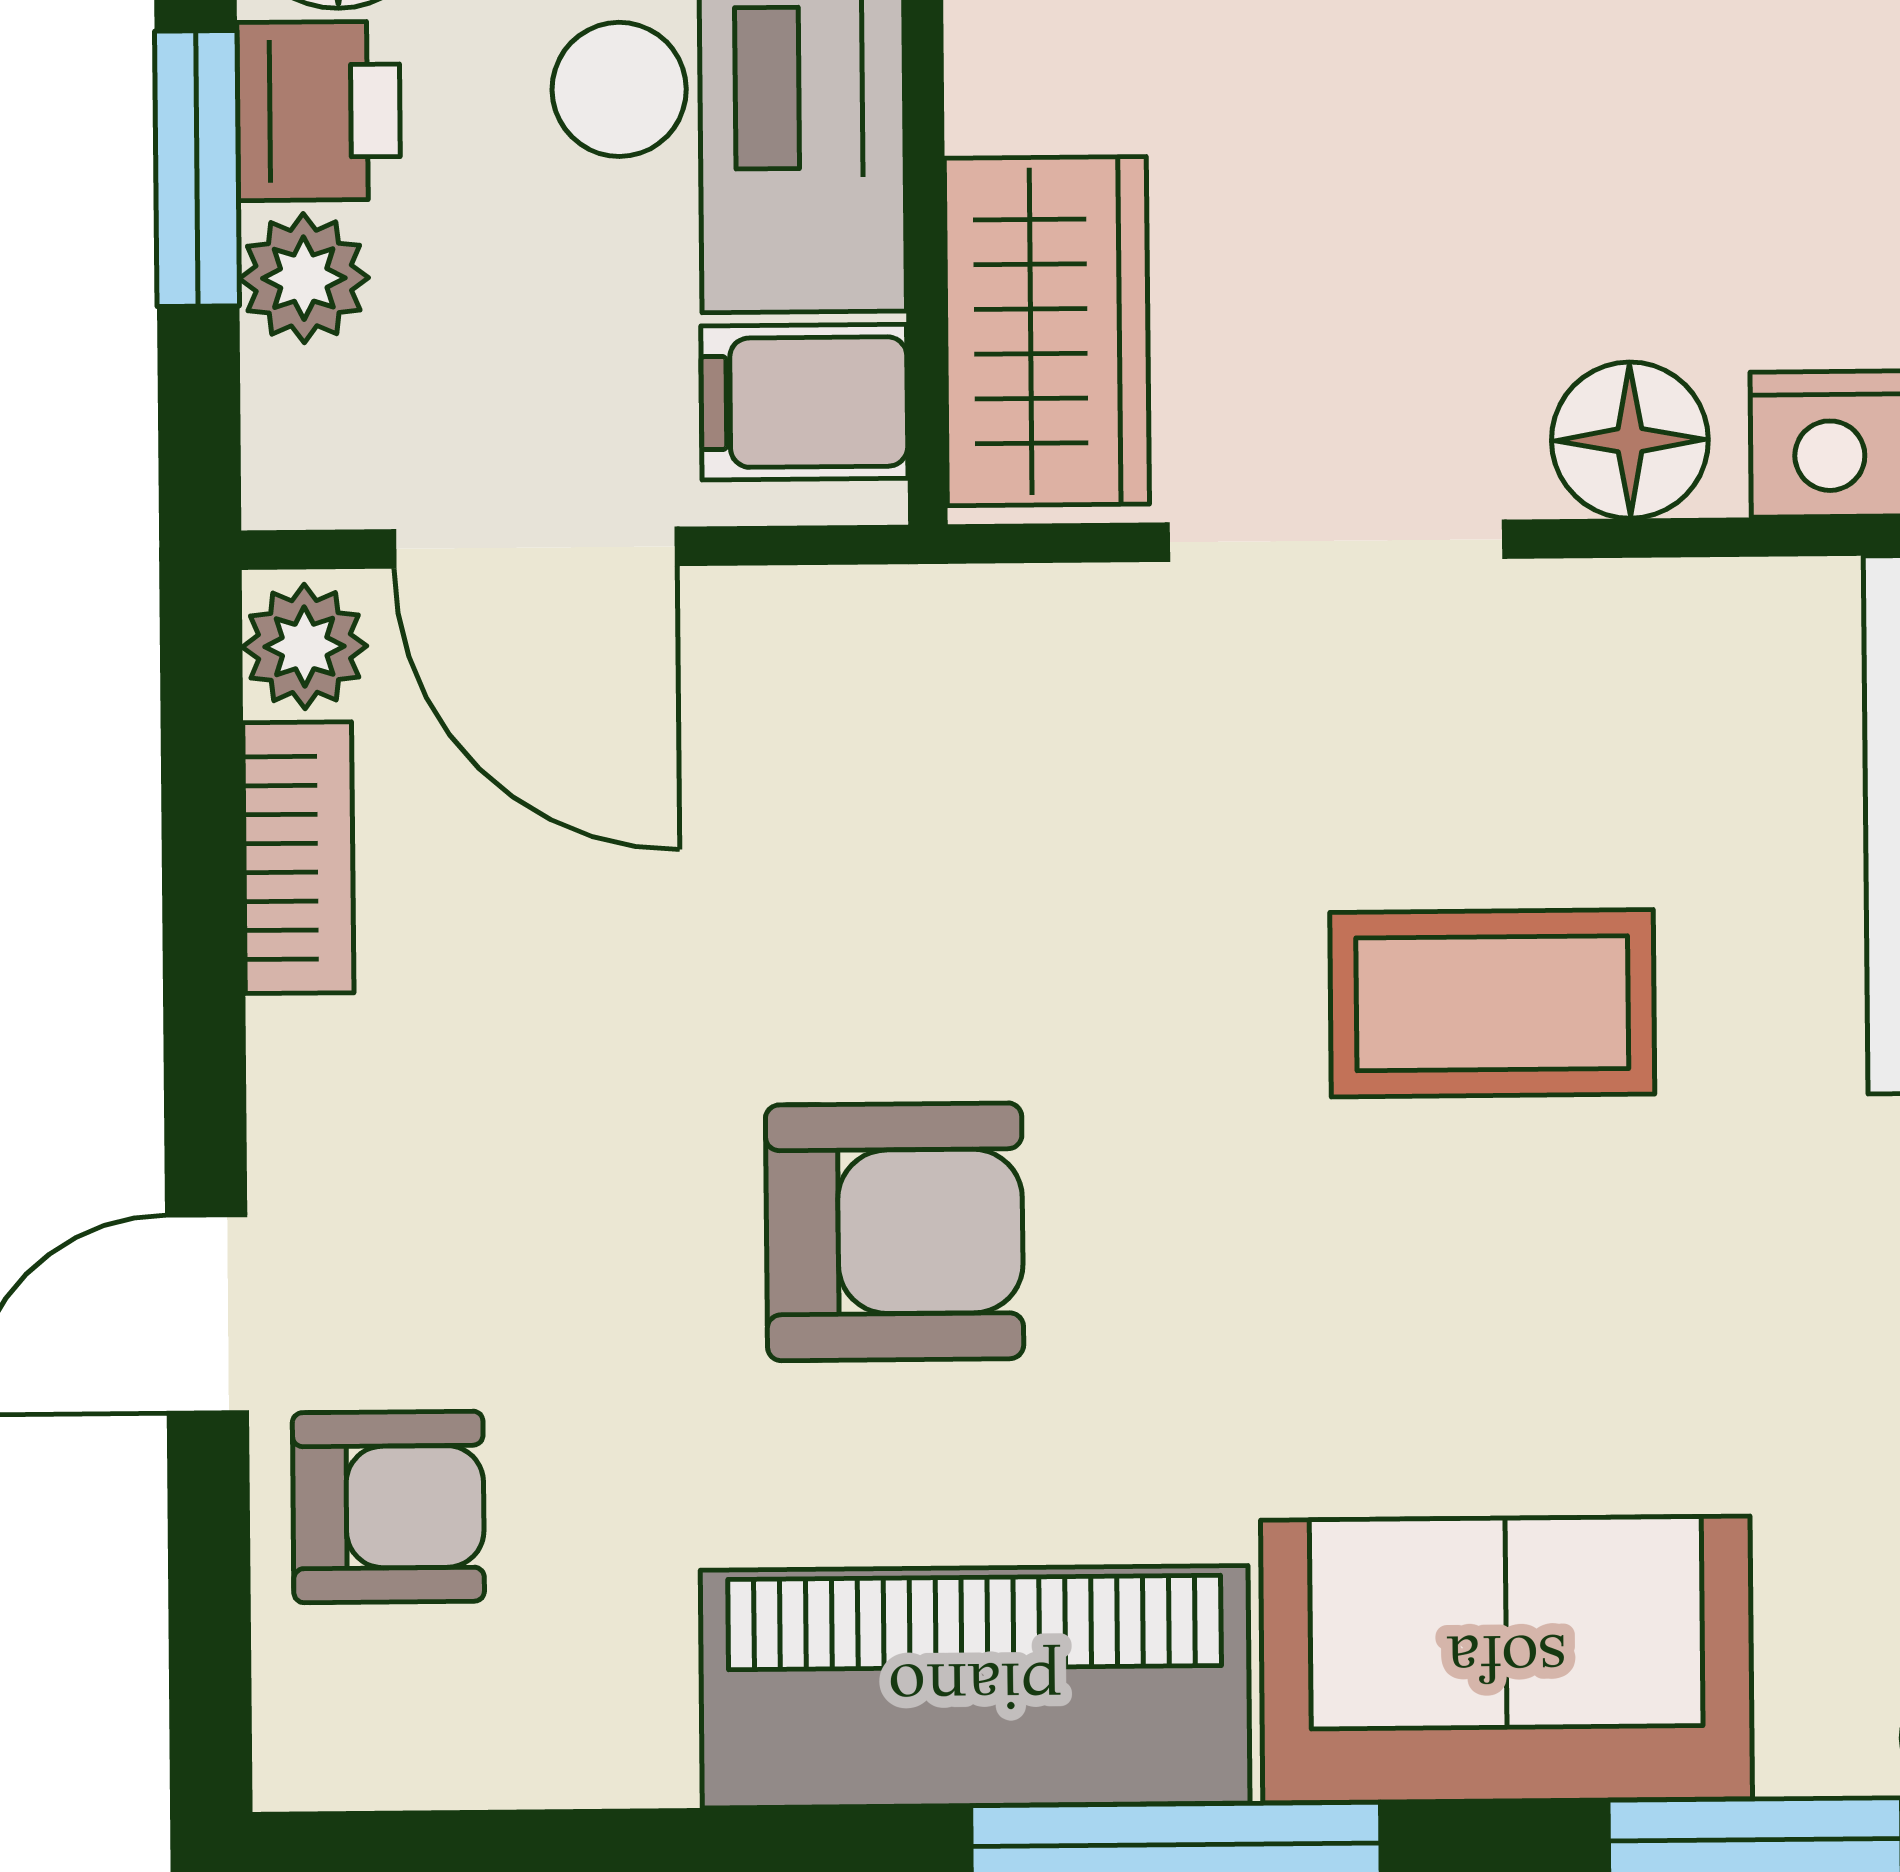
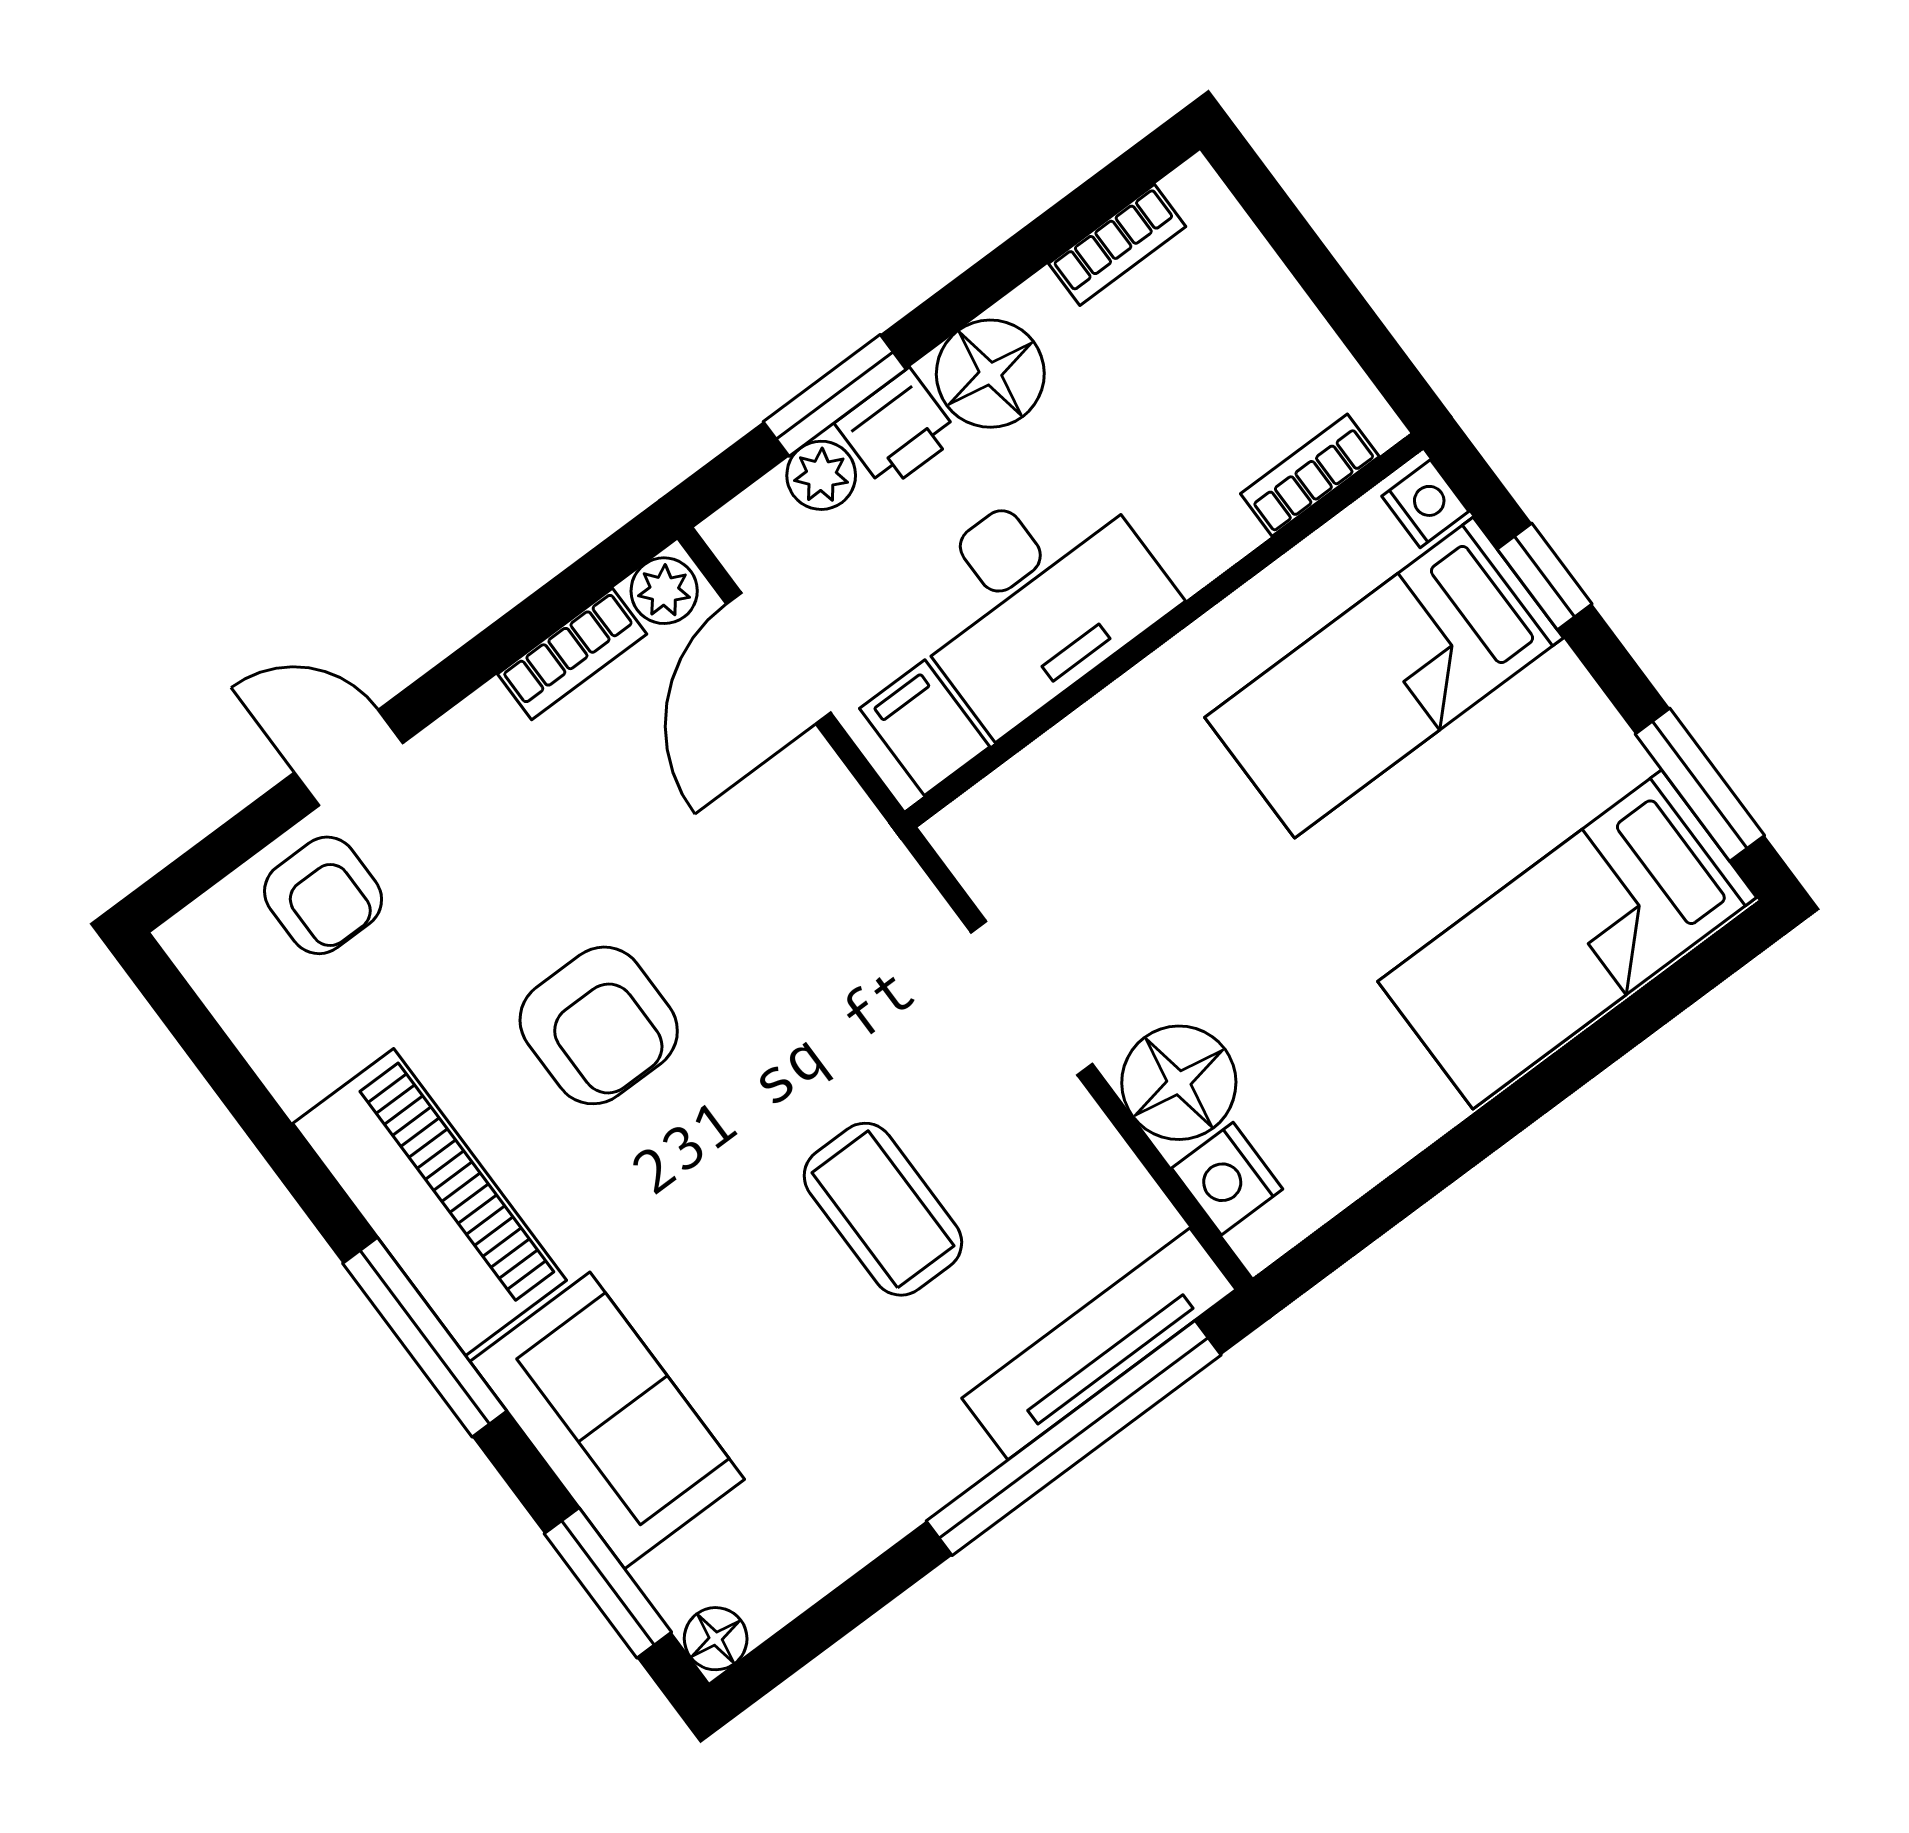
wardrobe: (1047, 331) -> (1031, 809), removed
floor lamp: (1630, 440) -> (1179, 1083), width x1.38, depth x1.38

